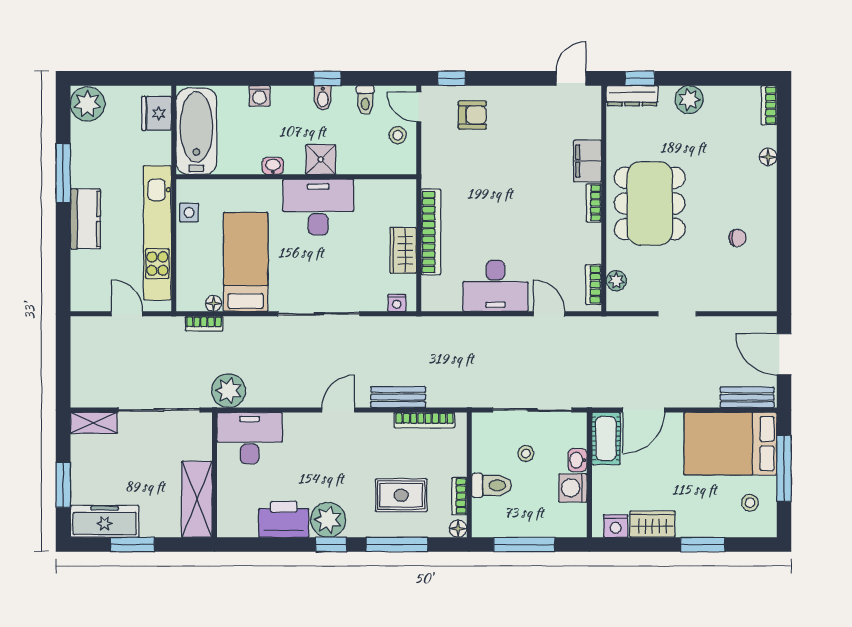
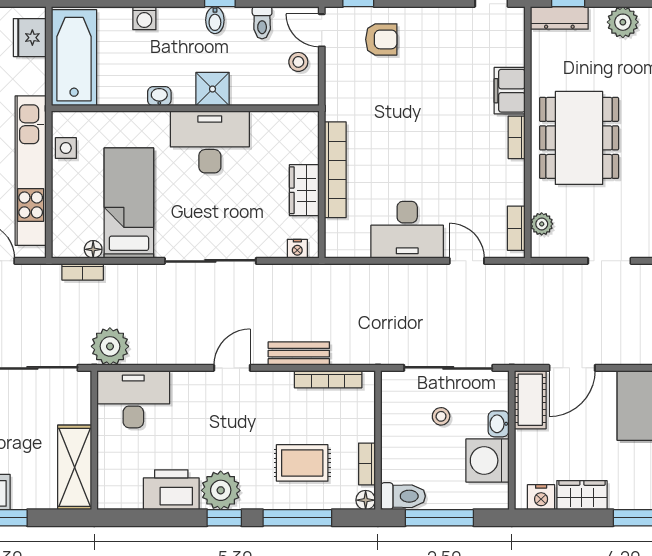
toilet: (492, 485) -> (403, 496), moved
washing machine: (573, 488) -> (488, 460), width x1.37, depth x1.37

